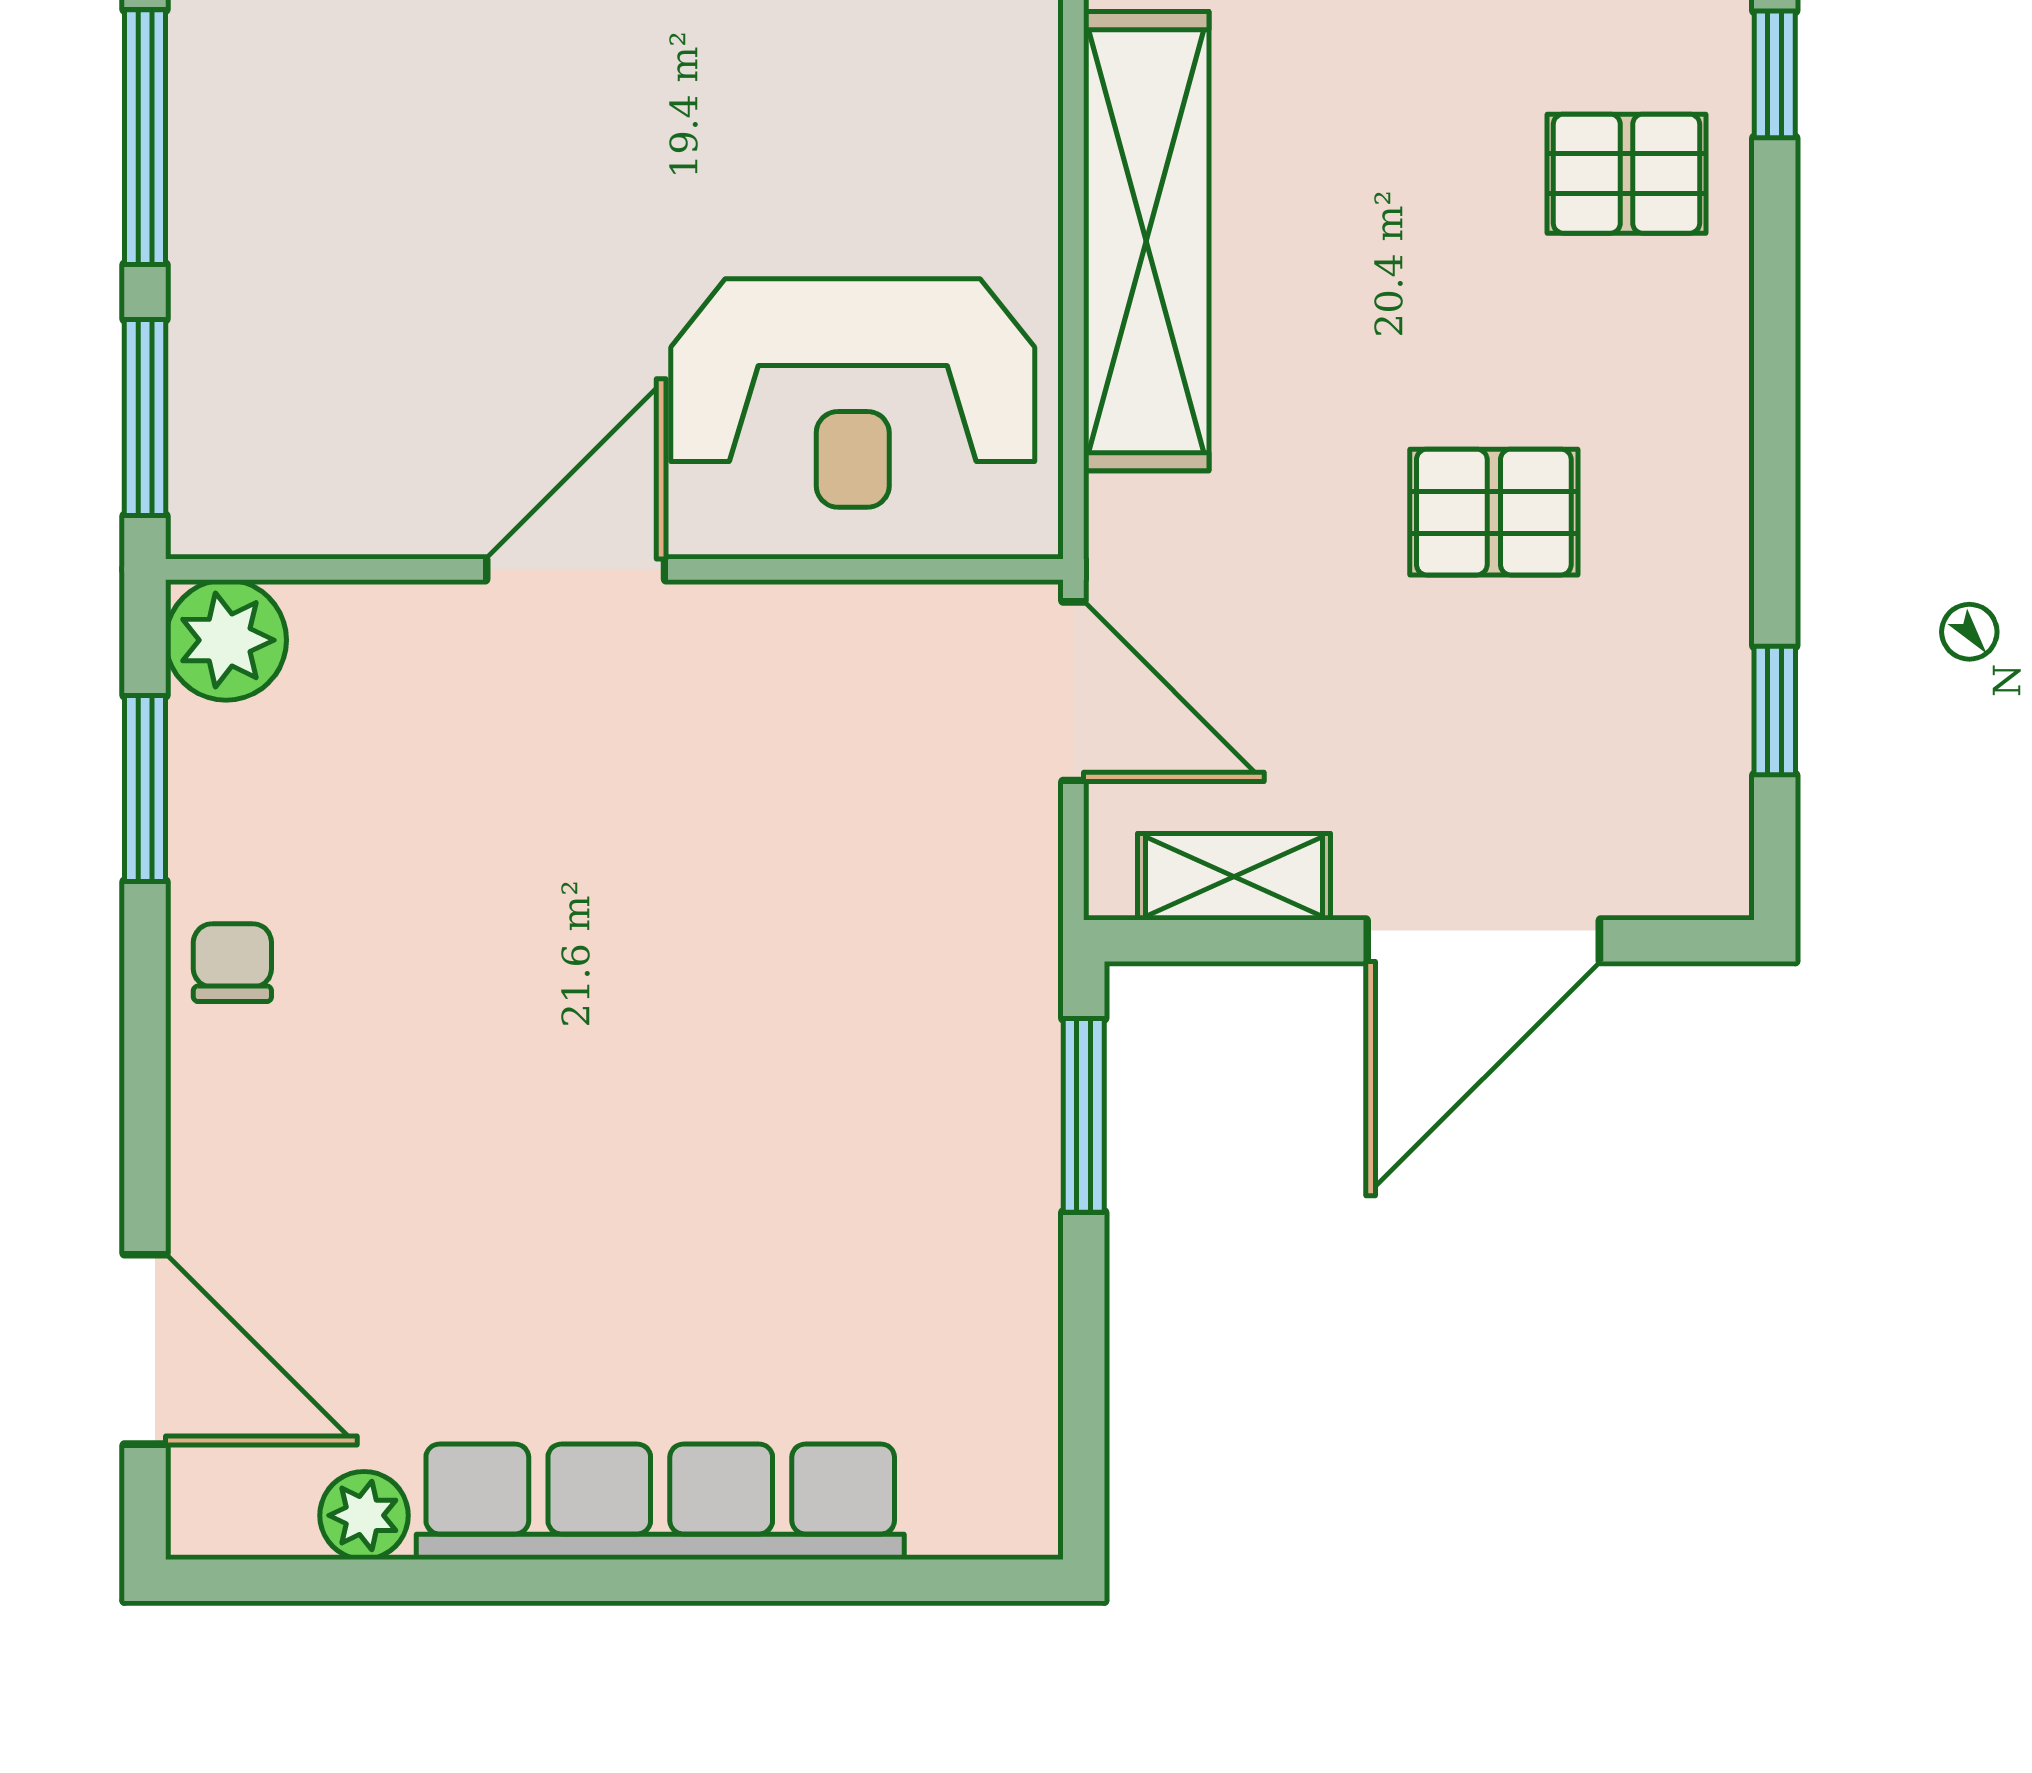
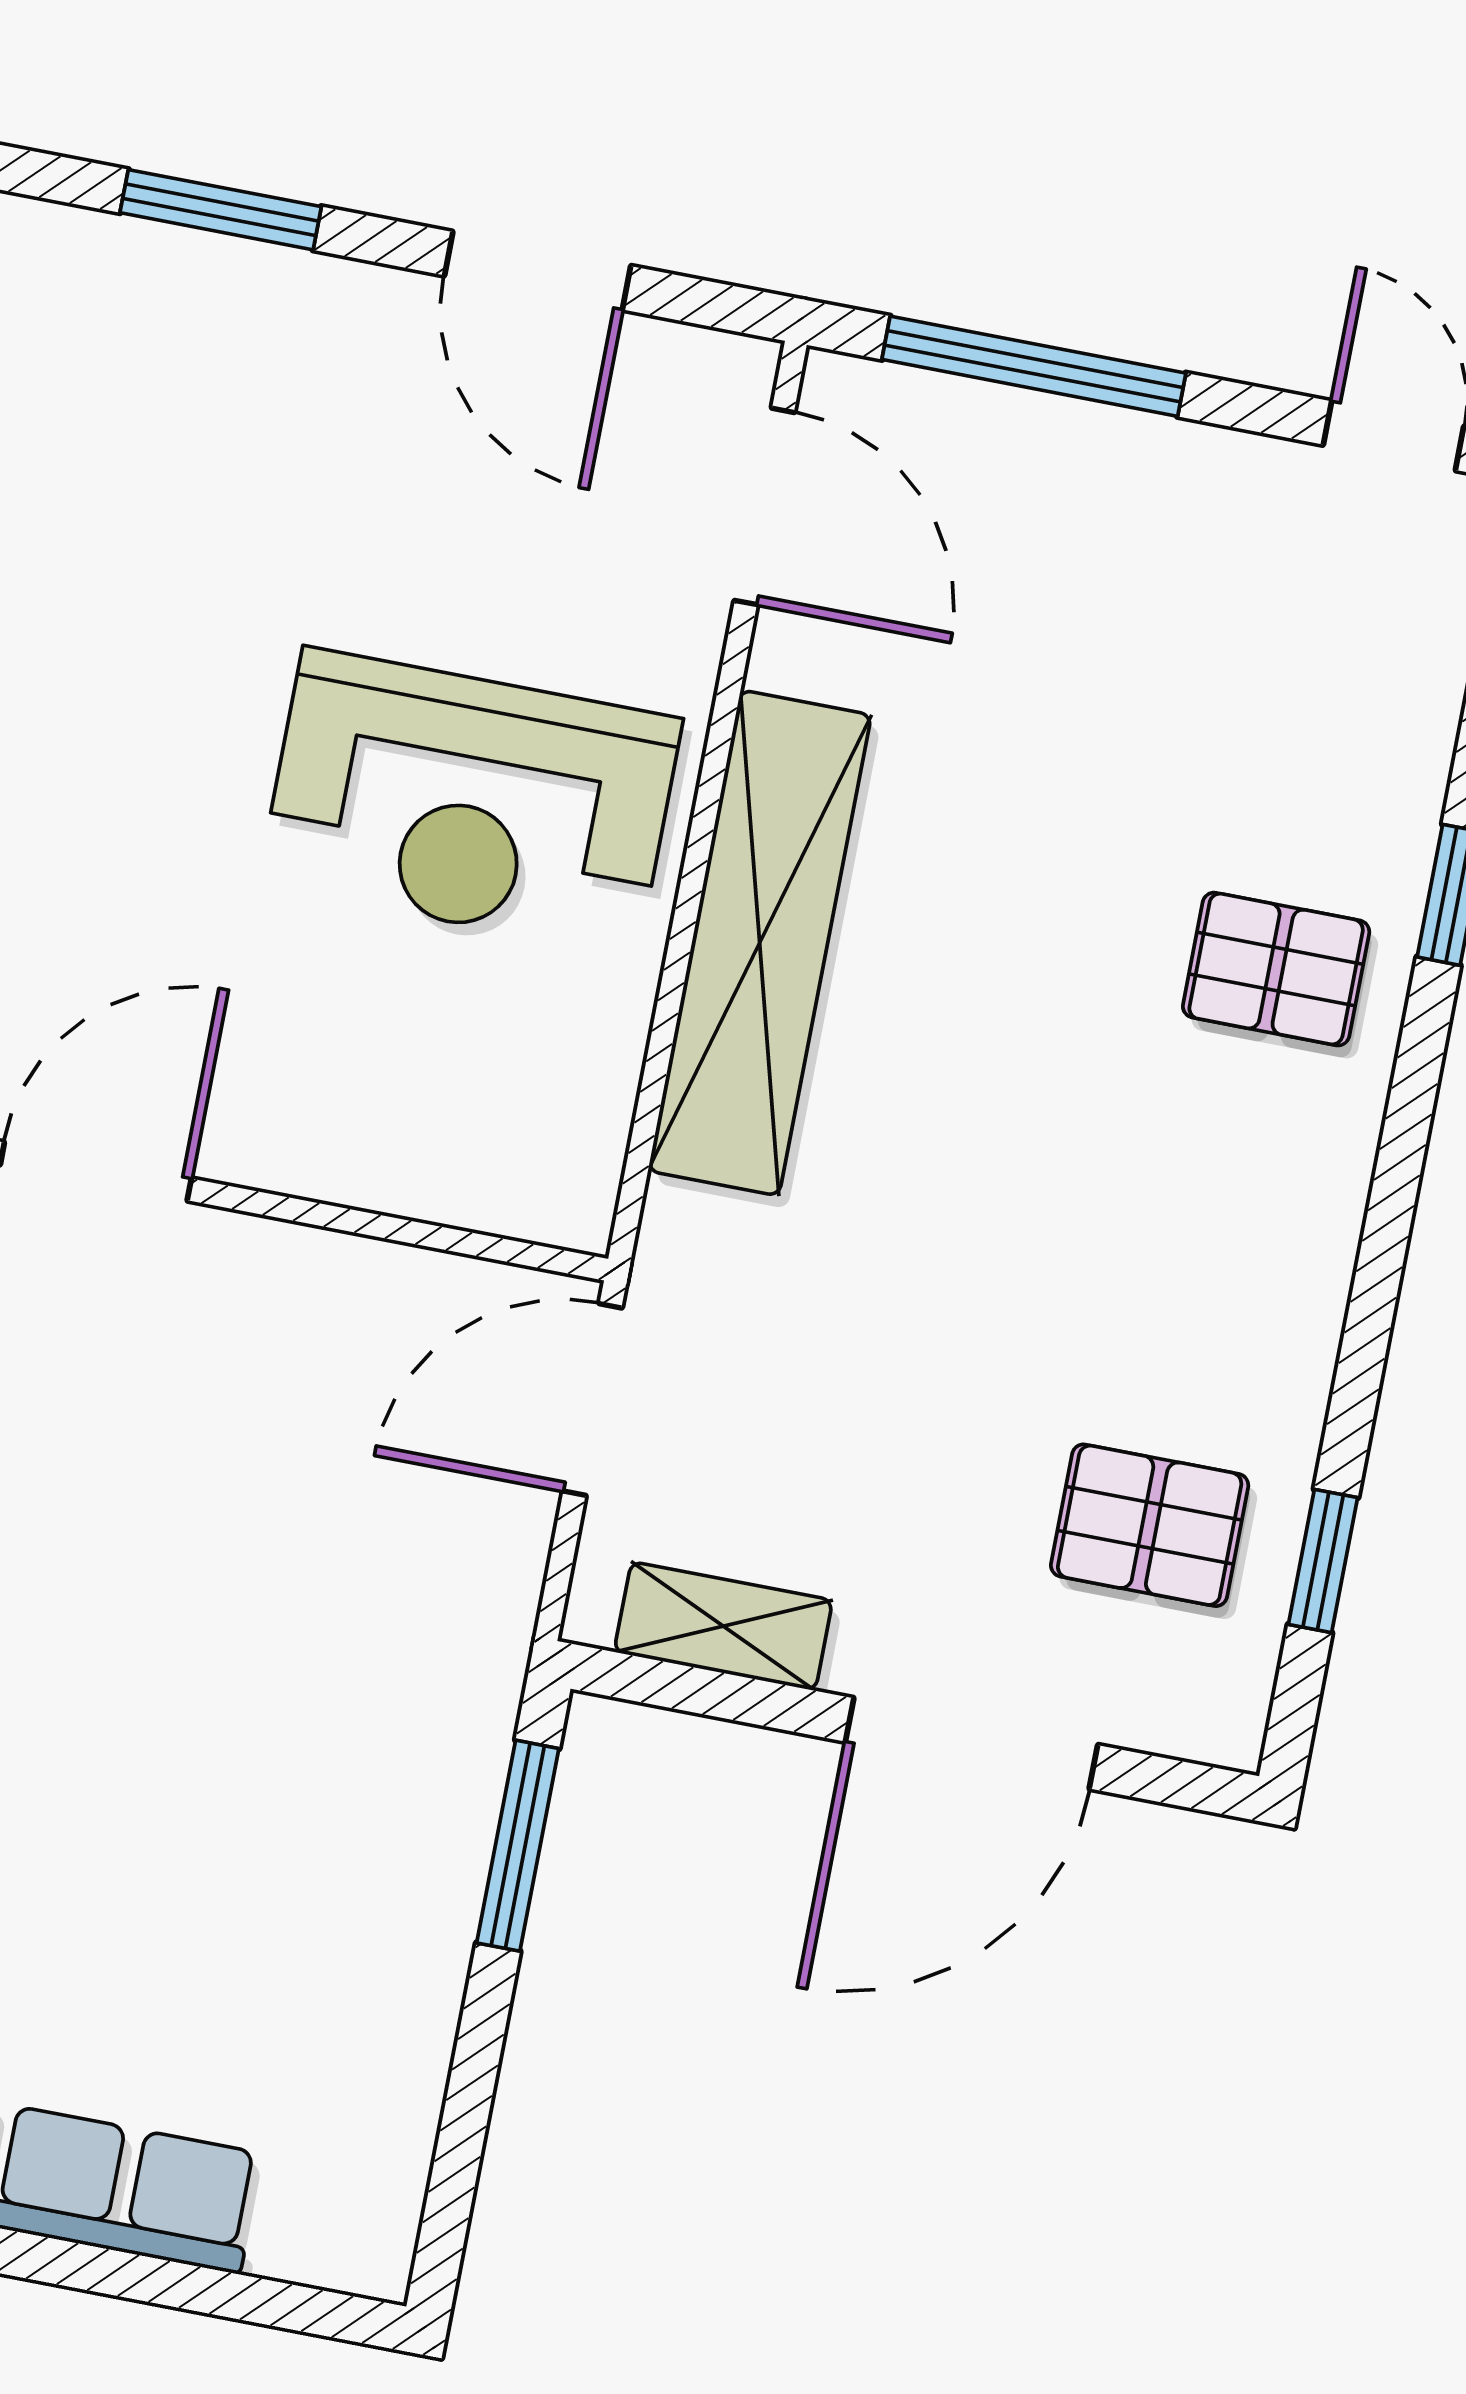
reception desk: (853, 393) -> (470, 802), moved
pallet: (1494, 512) -> (1150, 1525), moved
door: (1073, 691) -> (592, 1399), swing flipped

